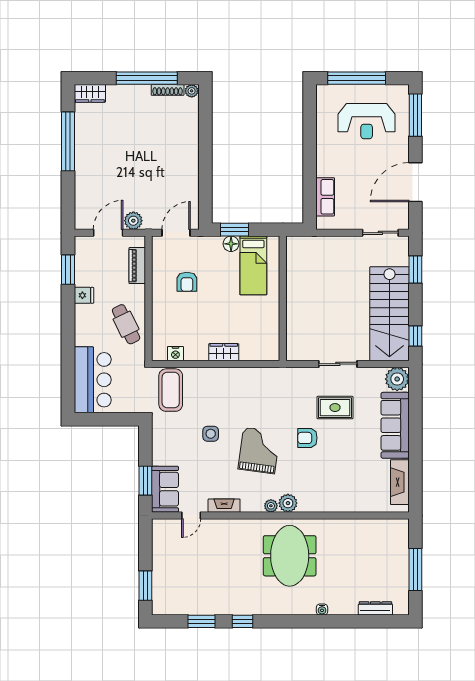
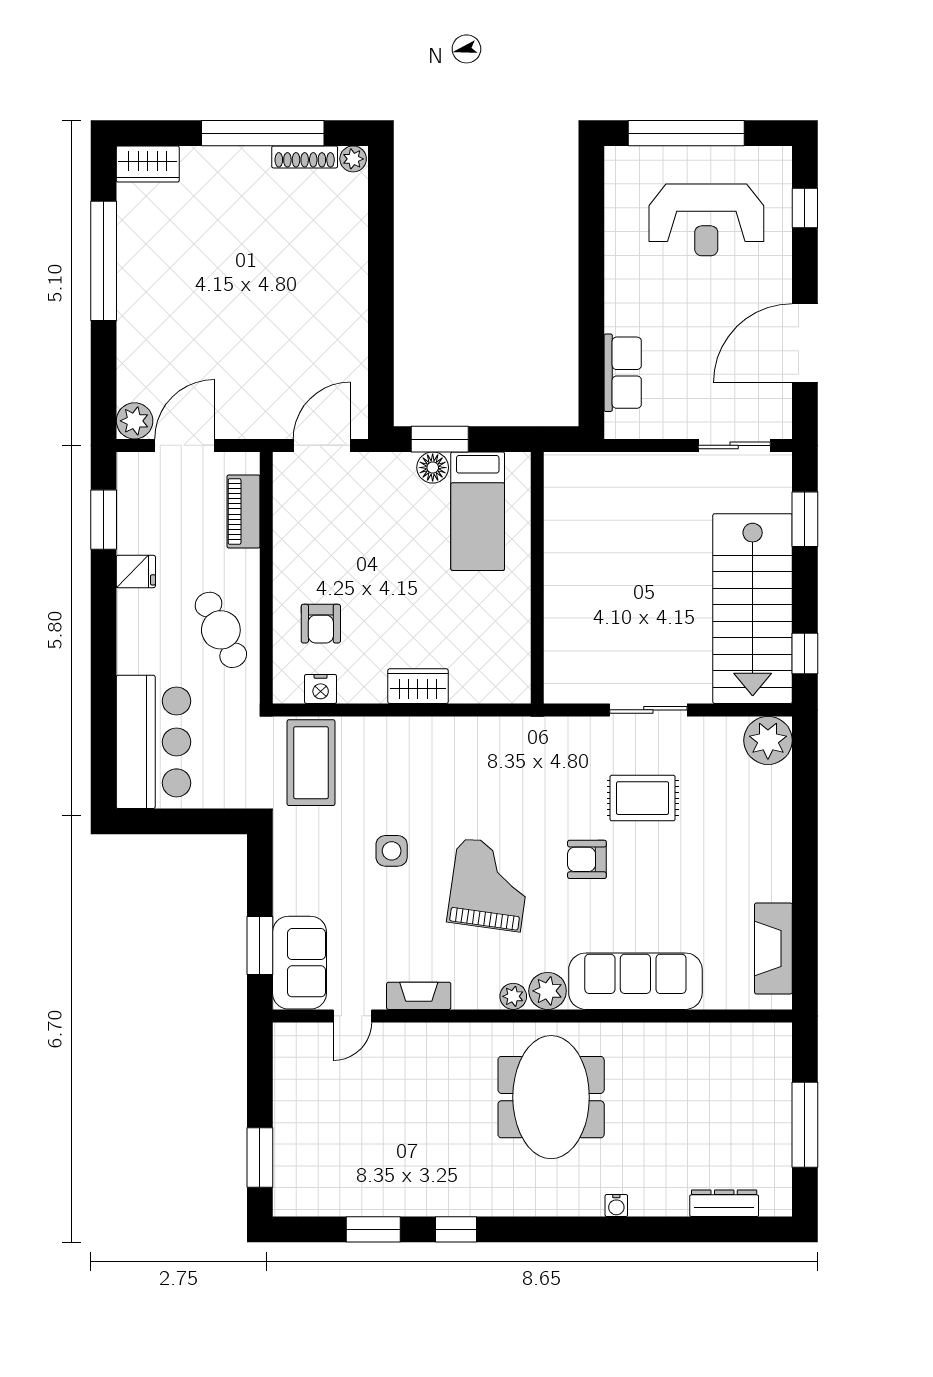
window: (415, 115) -> (805, 208), width x0.46
plant: (133, 221) -> (135, 421), moved
armchair: (187, 282) -> (321, 624), moved
sofa: (395, 425) -> (635, 981), moved, turned 90

